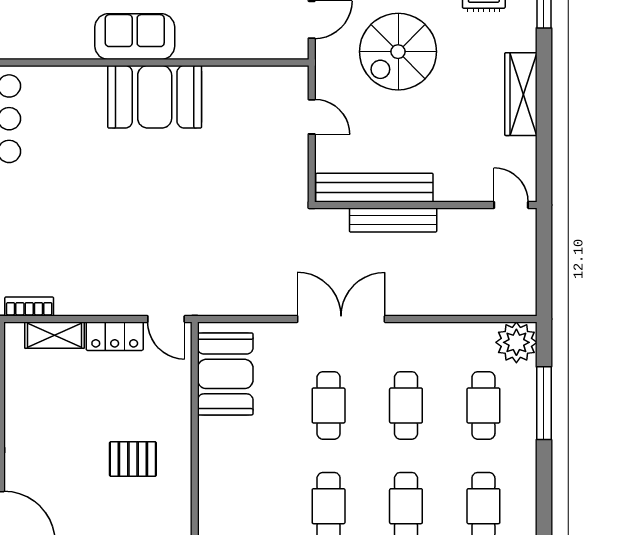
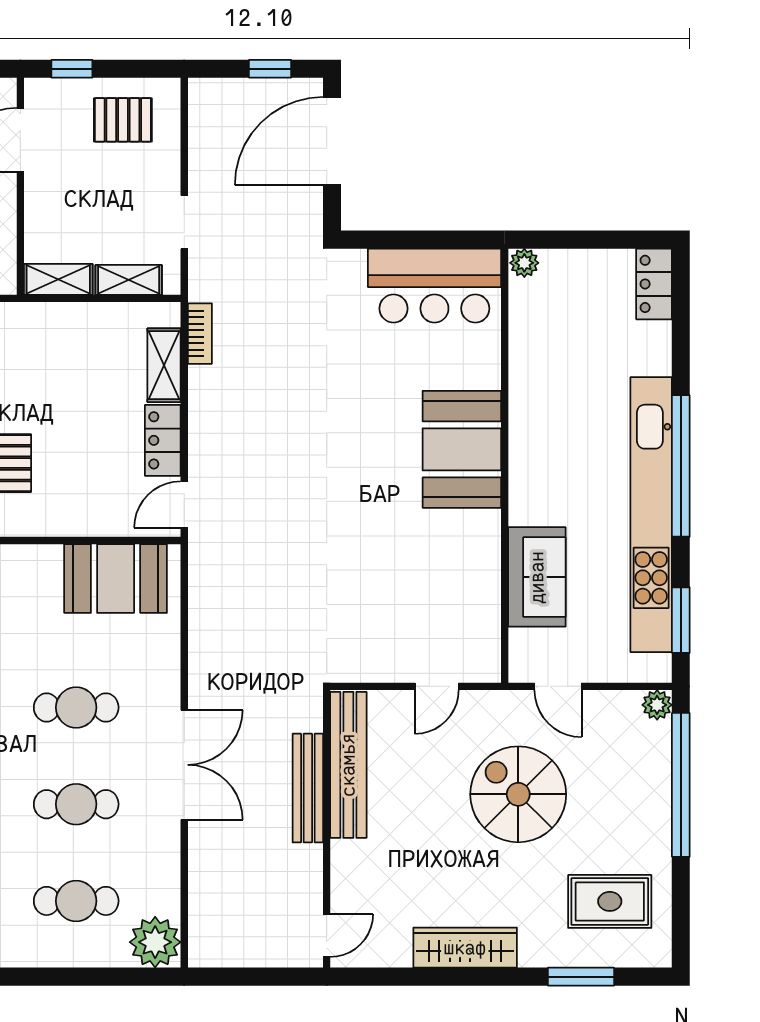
sofa: (135, 37) -> (537, 577), moved
booth: (155, 97) -> (462, 449), moved
double door: (341, 319) -> (184, 765), moved
window: (544, 403) -> (79, 977), removed

